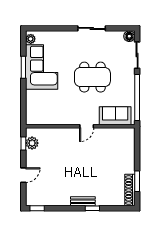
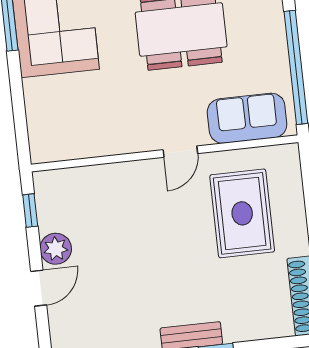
plant: (32, 143) -> (56, 249), moved
rug: (109, 154) -> (242, 213), added

